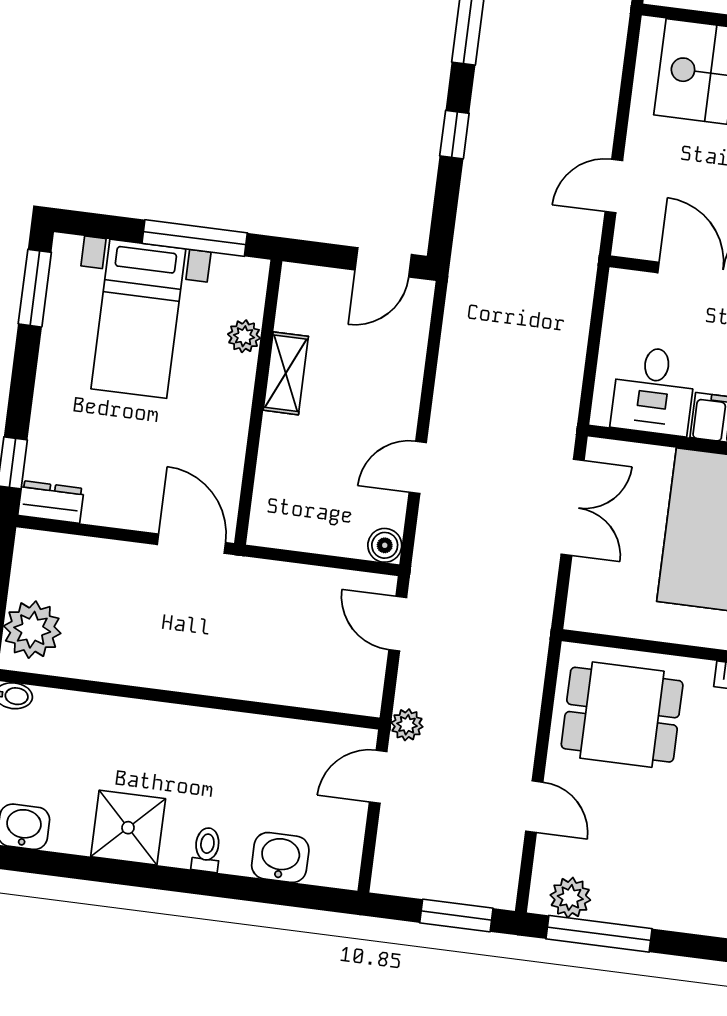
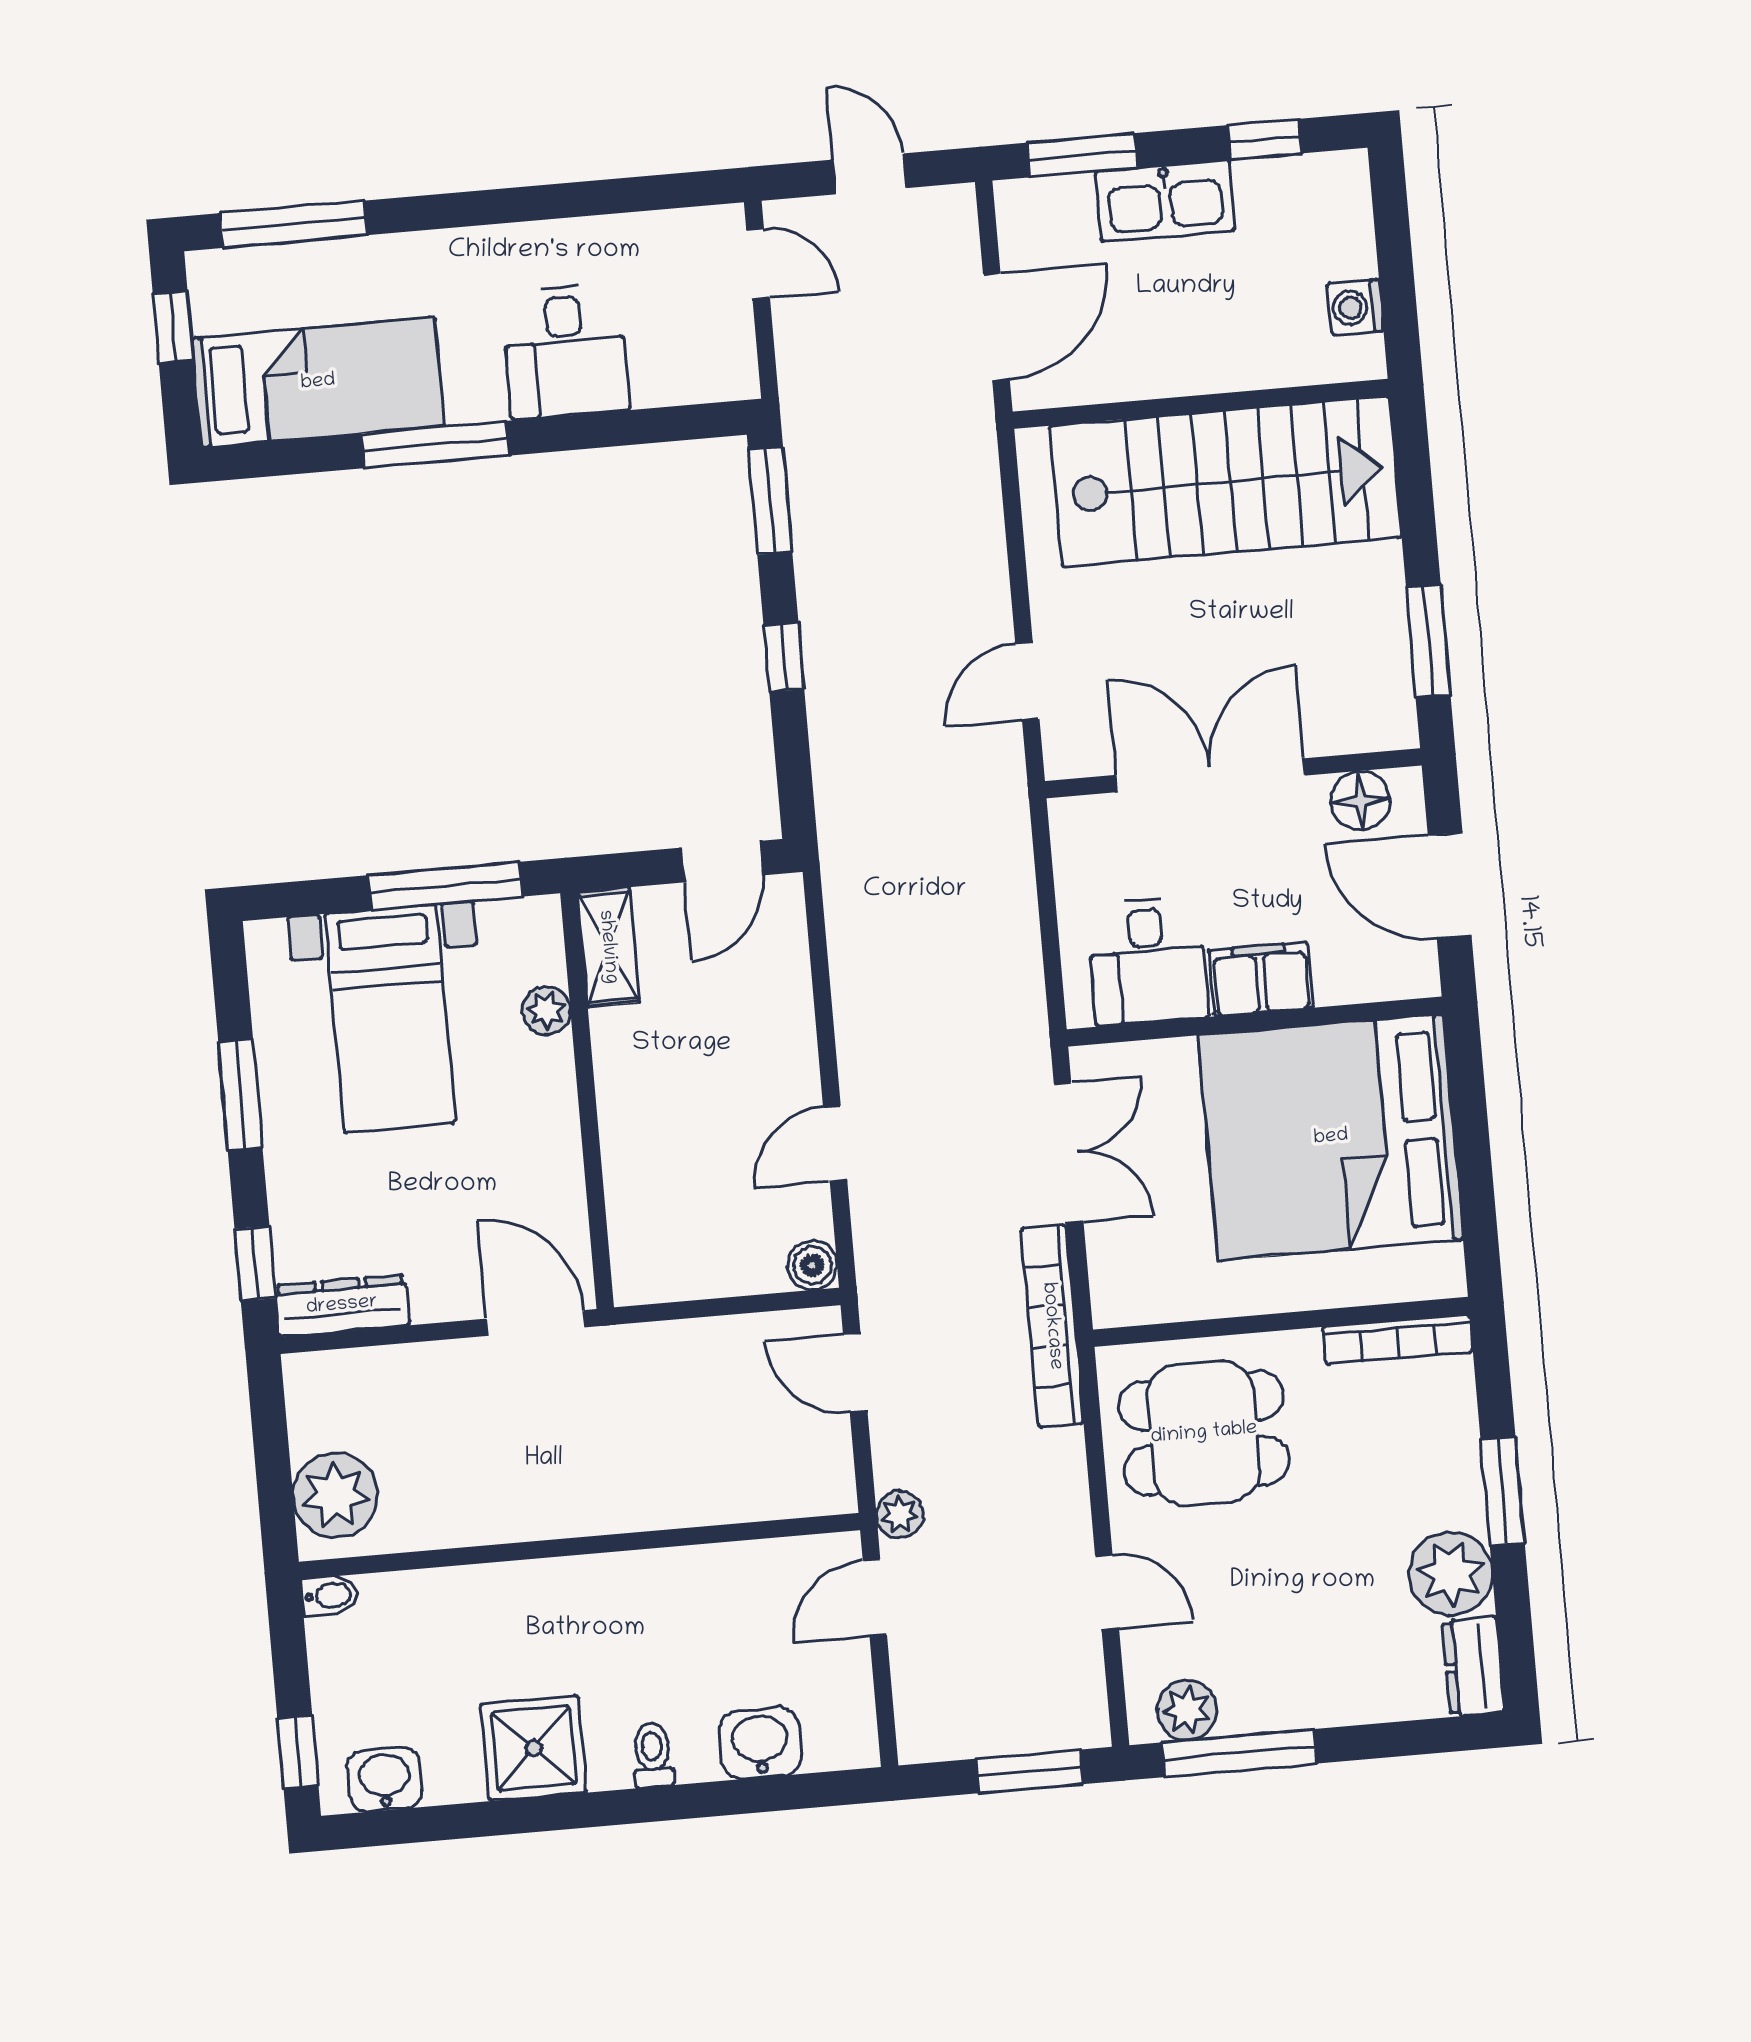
window: (35, 288) -> (240, 1095), moved
shelving: (286, 373) -> (608, 947), moved
dresser: (51, 502) -> (342, 1305), width x1.44
bookcase: (536, 621) -> (1052, 1326), added

